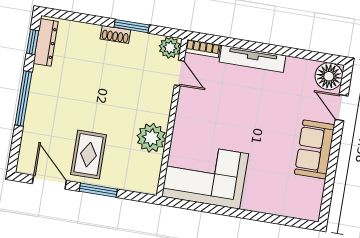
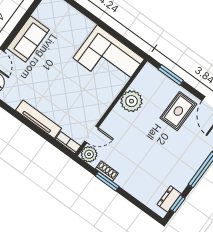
shoe rack: (115, 35) -> (107, 171), moved
dresser: (46, 42) -> (169, 199), width x0.70
door: (179, 73) -> (91, 134), swing flipped
window: (98, 190) -> (171, 75), moved

